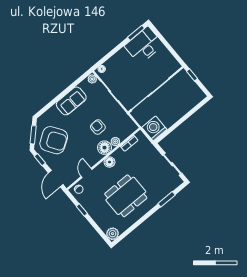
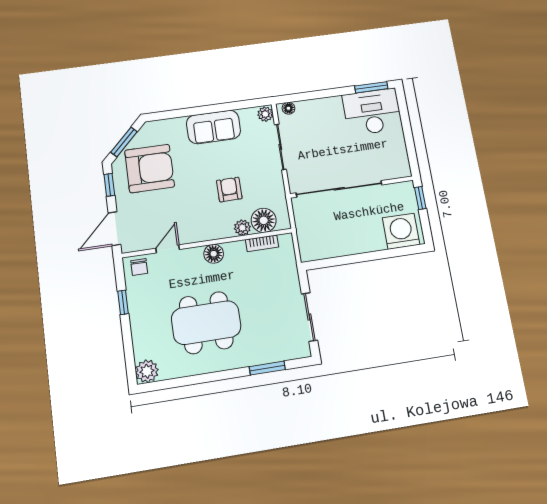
washing machine: (154, 128) -> (401, 231), moved
armchair: (54, 140) -> (150, 169), turned -57
floor lamp: (104, 148) -> (264, 220), moved

